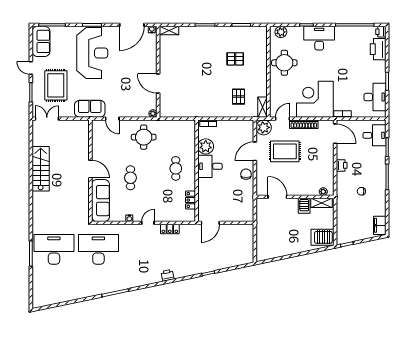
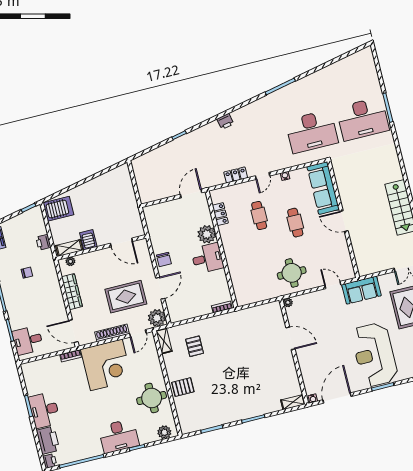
pallet: (235, 59) -> (183, 387), moved
desk: (375, 97) -> (44, 410), moved
plant: (206, 146) -> (207, 234), moved
printer: (342, 165) -> (43, 242), moved
wardrobe: (328, 166) -> (72, 292), added
cafe table: (176, 168) -> (259, 216), moved

